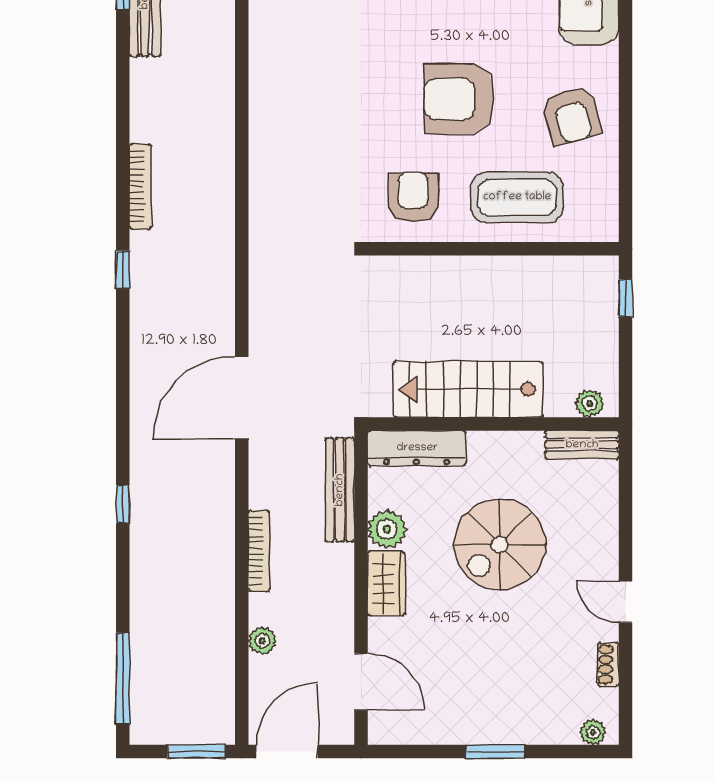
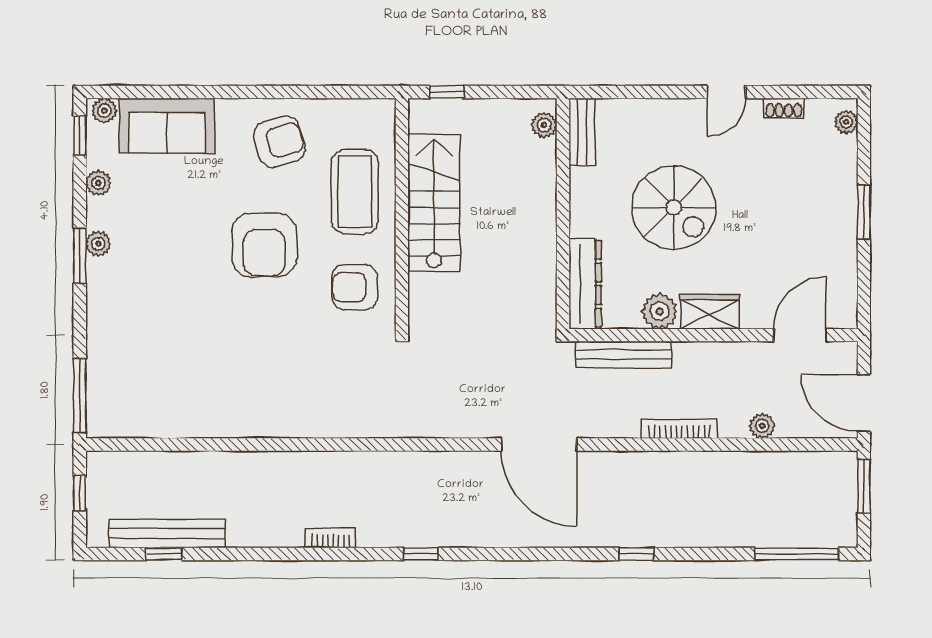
bookcase: (140, 186) -> (330, 538), width x0.64
stairs: (468, 389) -> (434, 203), moved, turned 180

